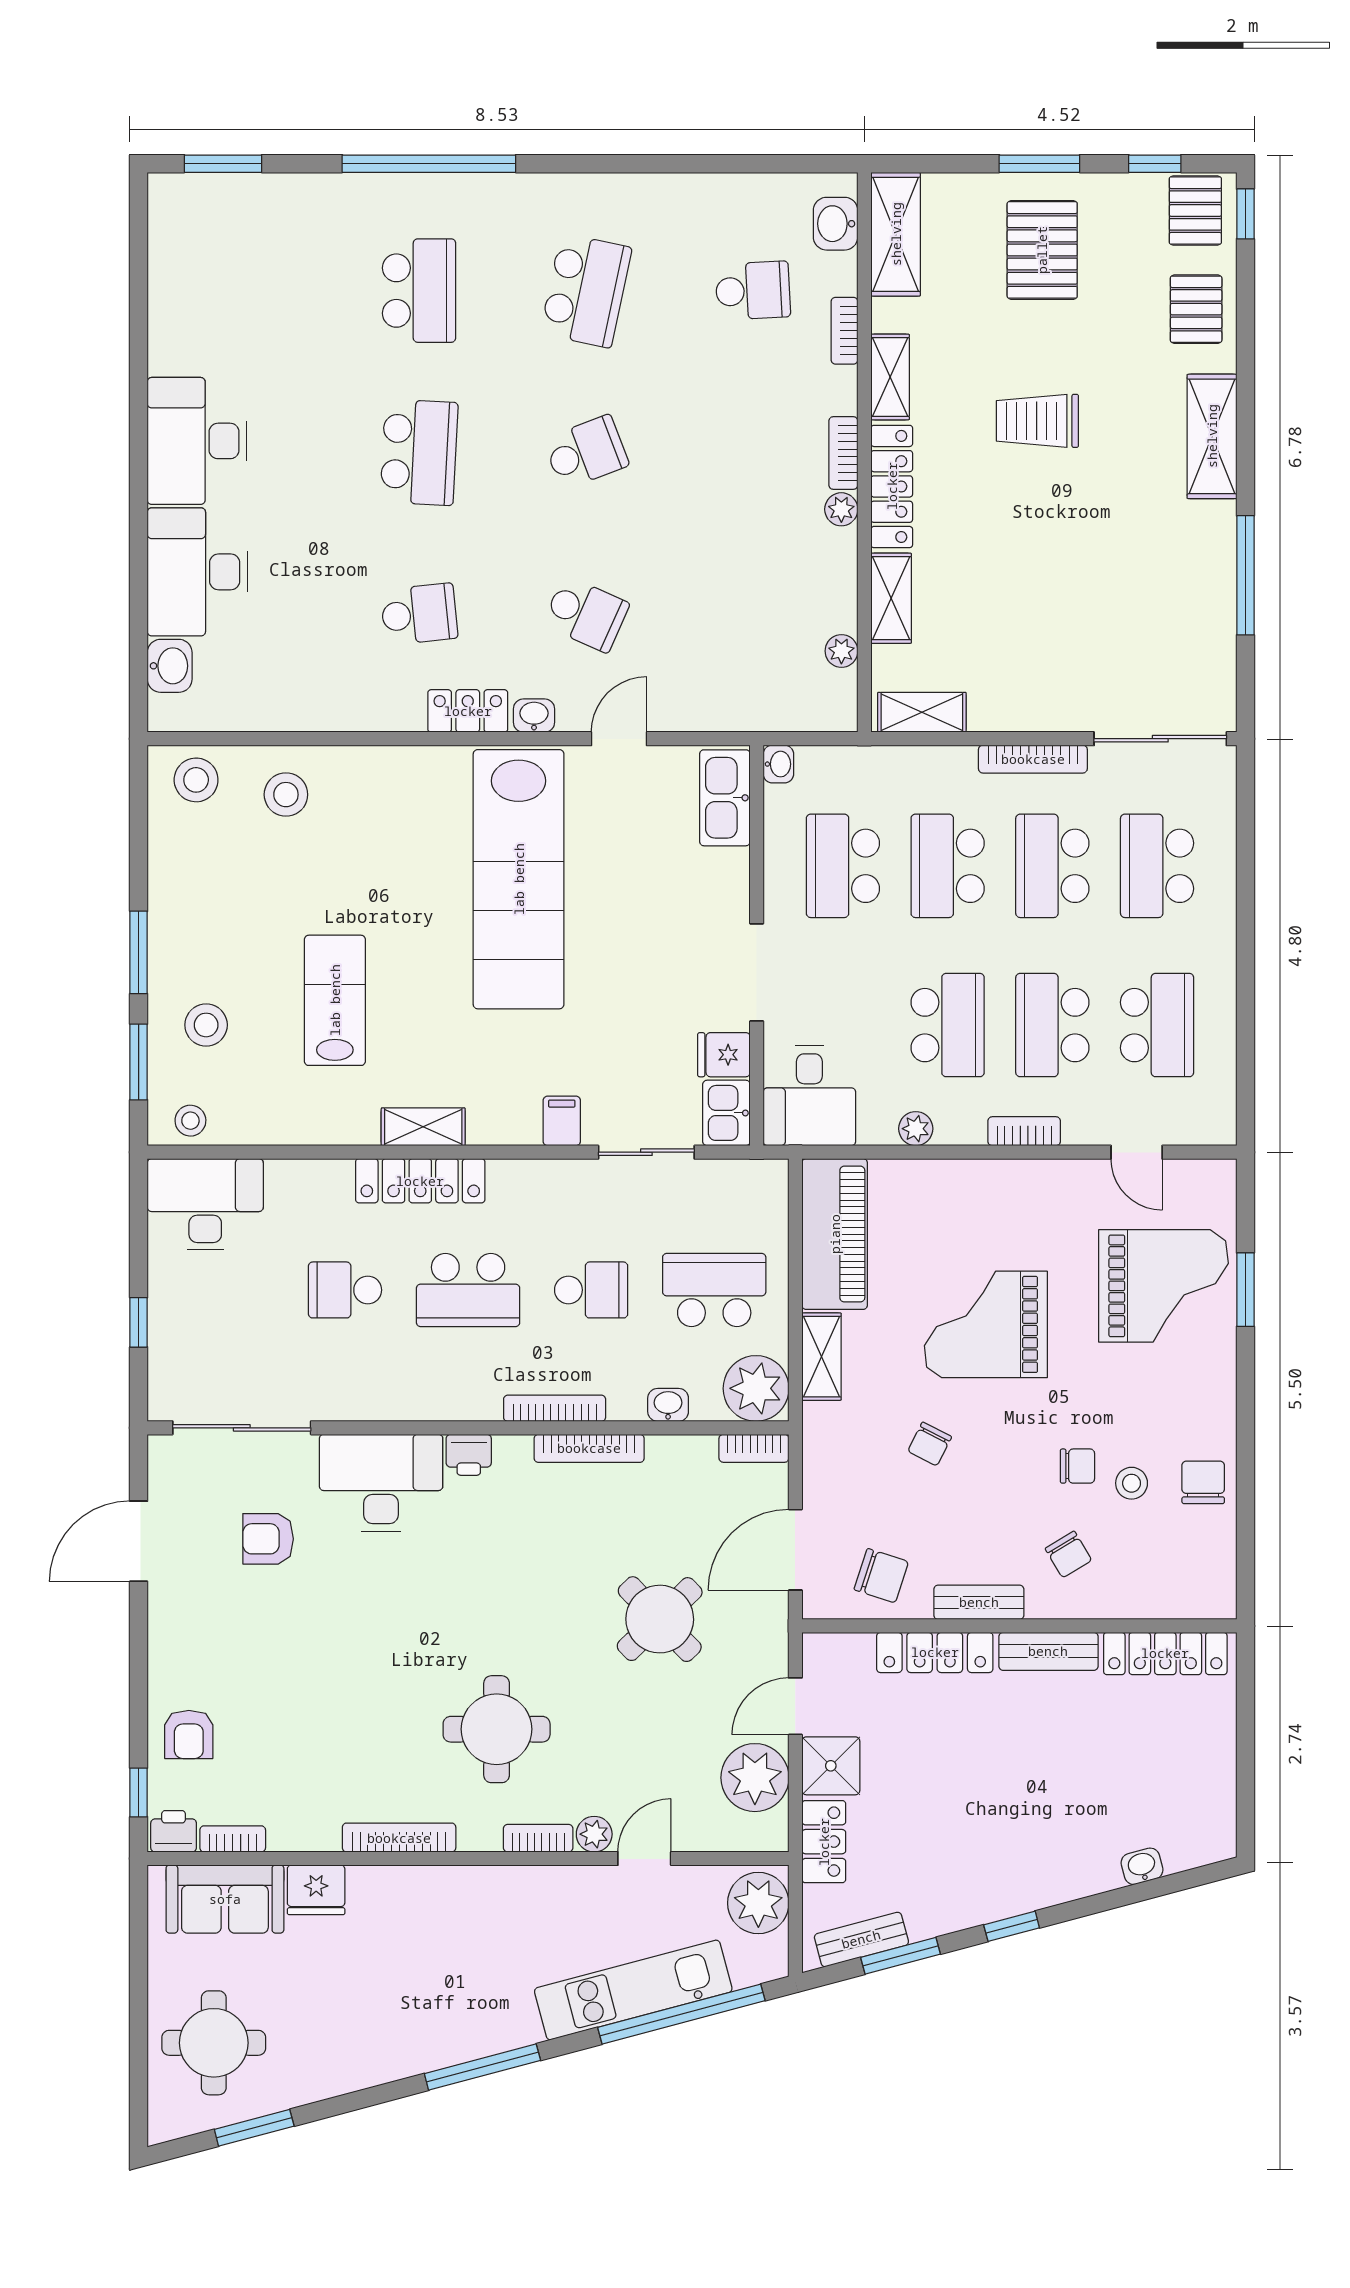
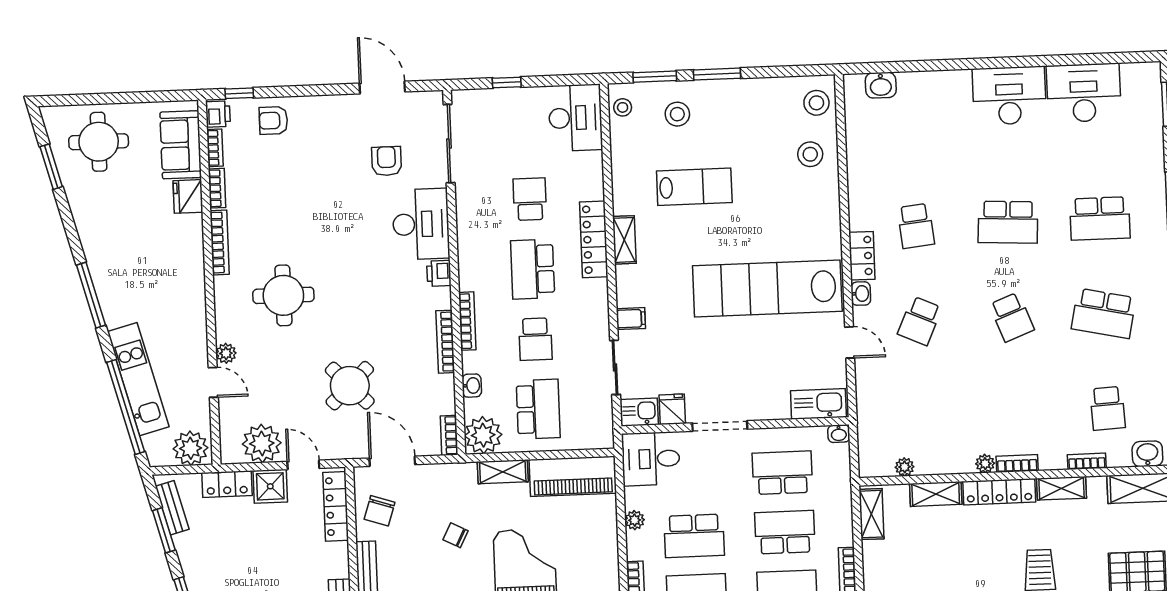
desk: (197, 572) -> (1084, 93), moved
locker: (935, 1652) -> (336, 506), moved
bookcase: (538, 1838) -> (217, 188), moved

